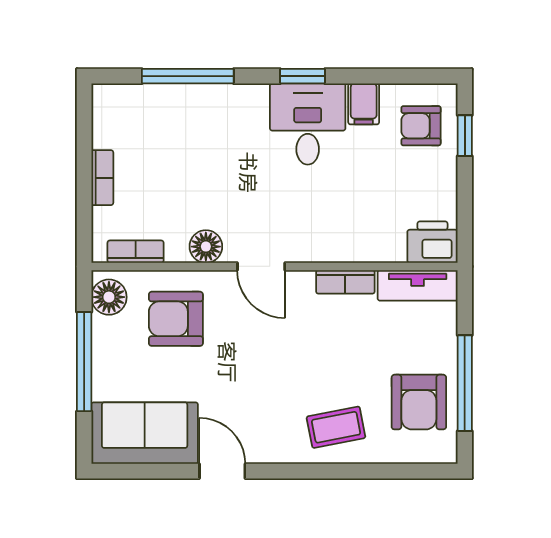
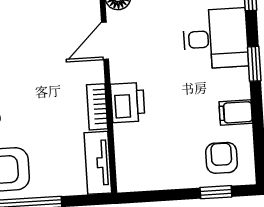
desk: (308, 124) -> (216, 39), moved
printer: (432, 242) -> (128, 103), moved

